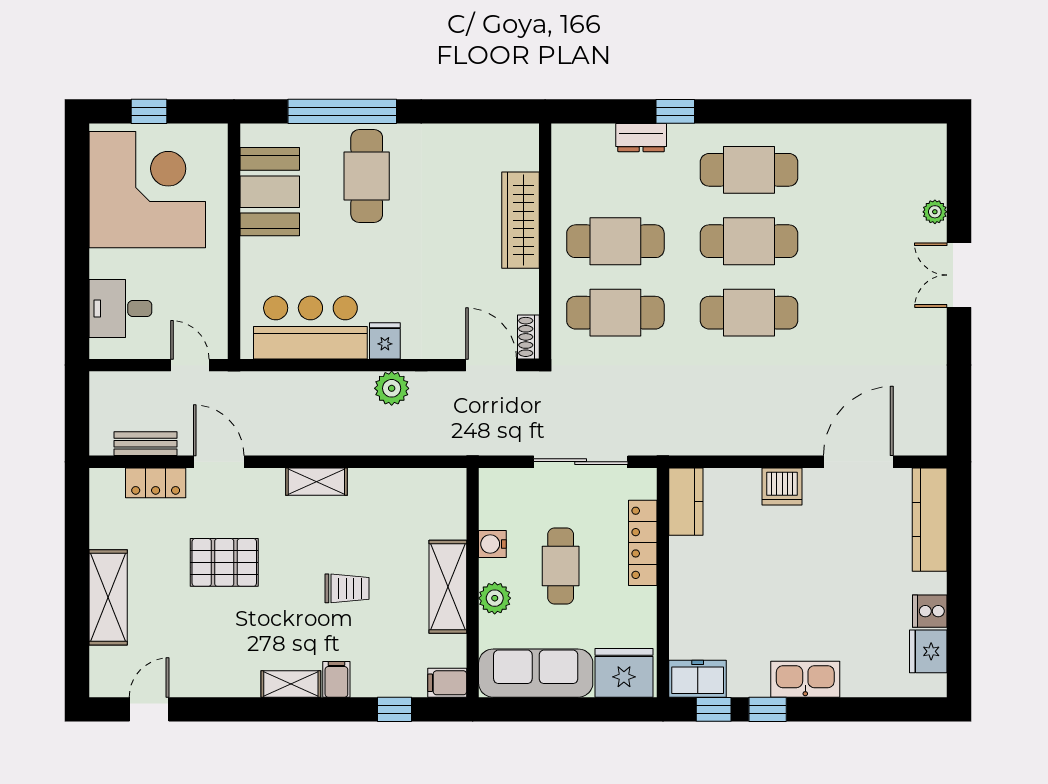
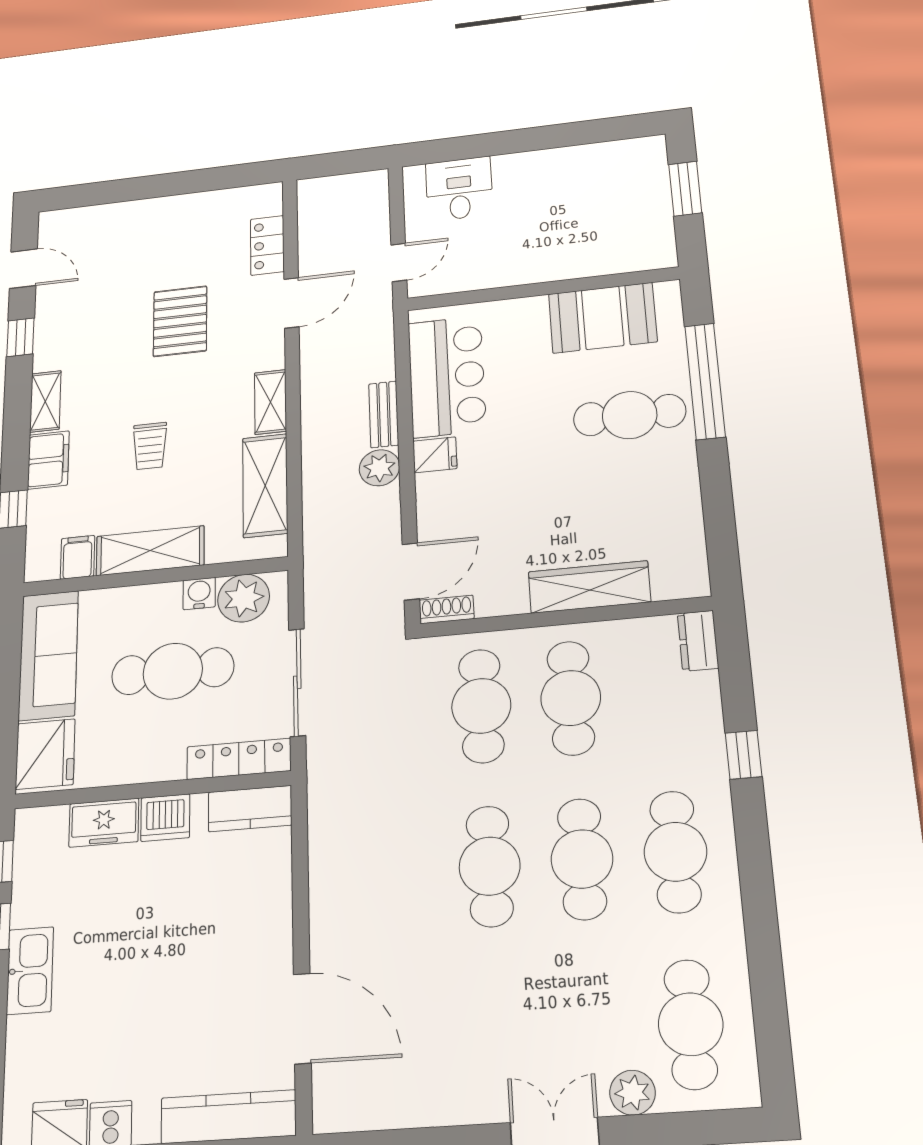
window: (149, 111) -> (685, 189), width x1.50
dresser: (641, 138) -> (698, 641), moved
cafe table: (883, 170) -> (691, 1024), added
corner desk: (147, 190) -> (595, 198), removed
plant: (935, 212) -> (632, 1093), width x1.38, depth x1.38
bench: (145, 444) -> (384, 414), moved
dishwasher: (782, 486) -> (165, 818), moved, turned -90
locker: (643, 543) -> (239, 759), moved
cafe table: (561, 566) -> (173, 671), width x1.37, depth x1.35
shelving: (108, 597) -> (265, 485), moved, turned 90
plant: (495, 598) -> (244, 598), moved, width x1.36, depth x1.36
filing cabinet: (336, 679) -> (48, 460), width x2.00
freezer: (698, 679) -> (104, 823), moved, turned 90
filing cabinet: (447, 683) -> (77, 557), moved
window: (222, 709) -> (20, 337), added

